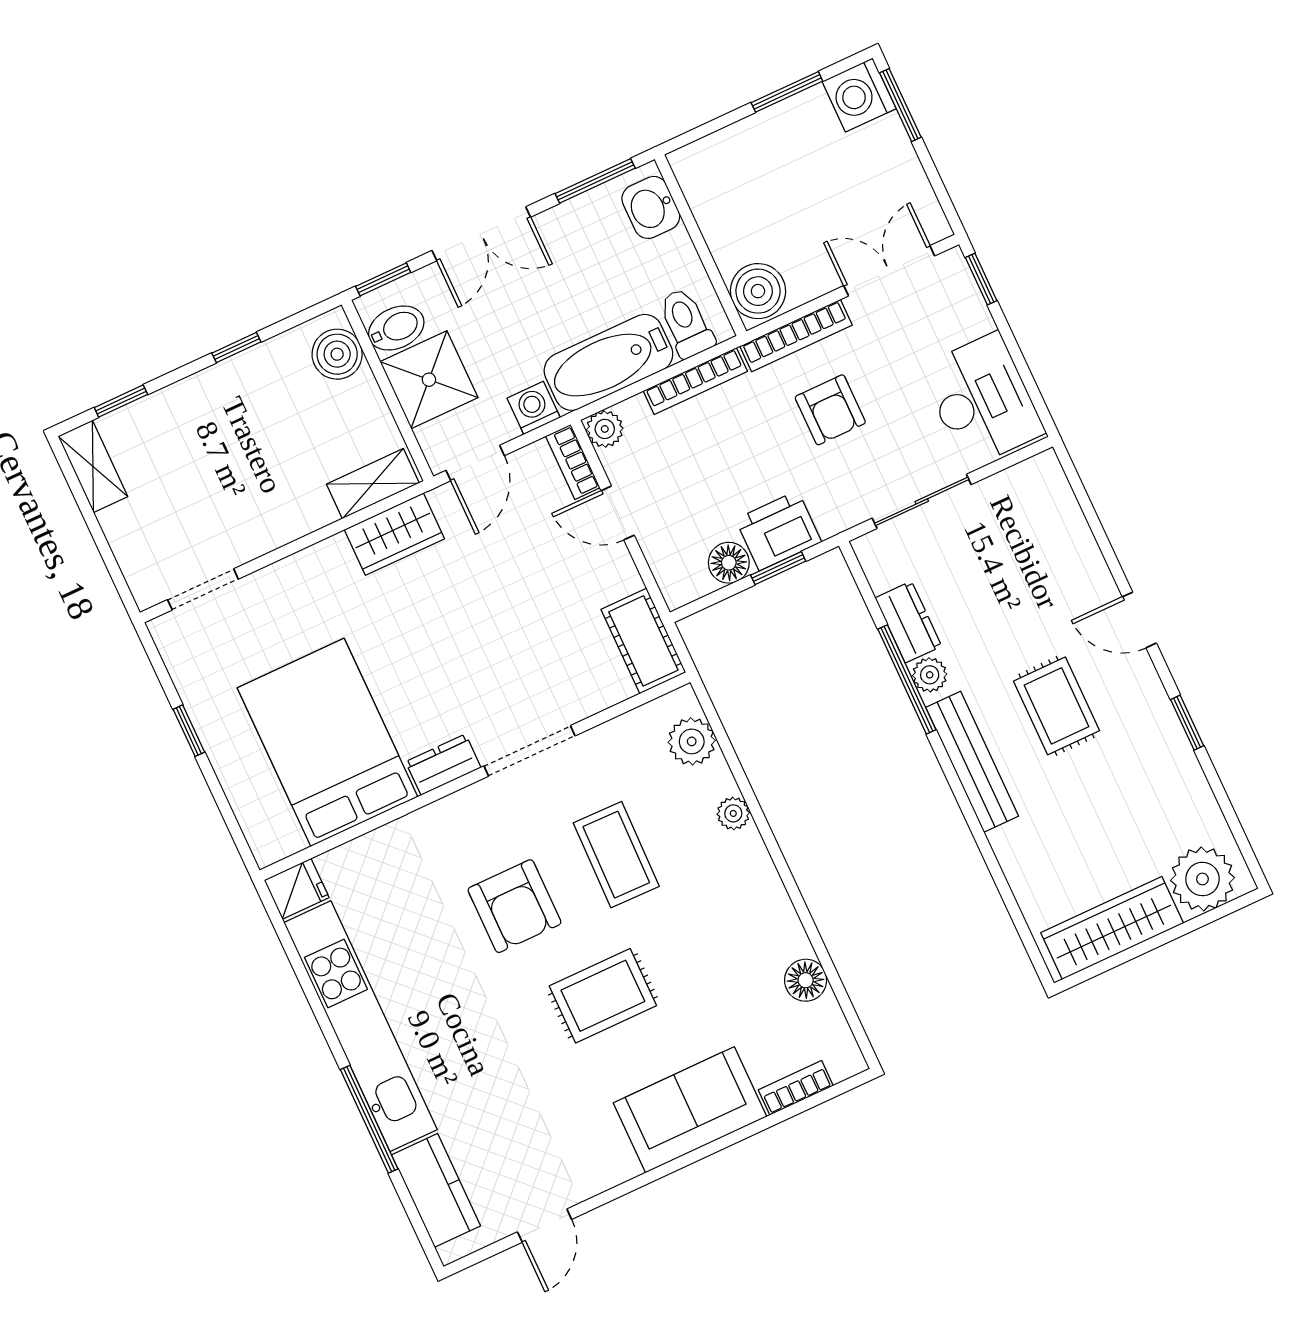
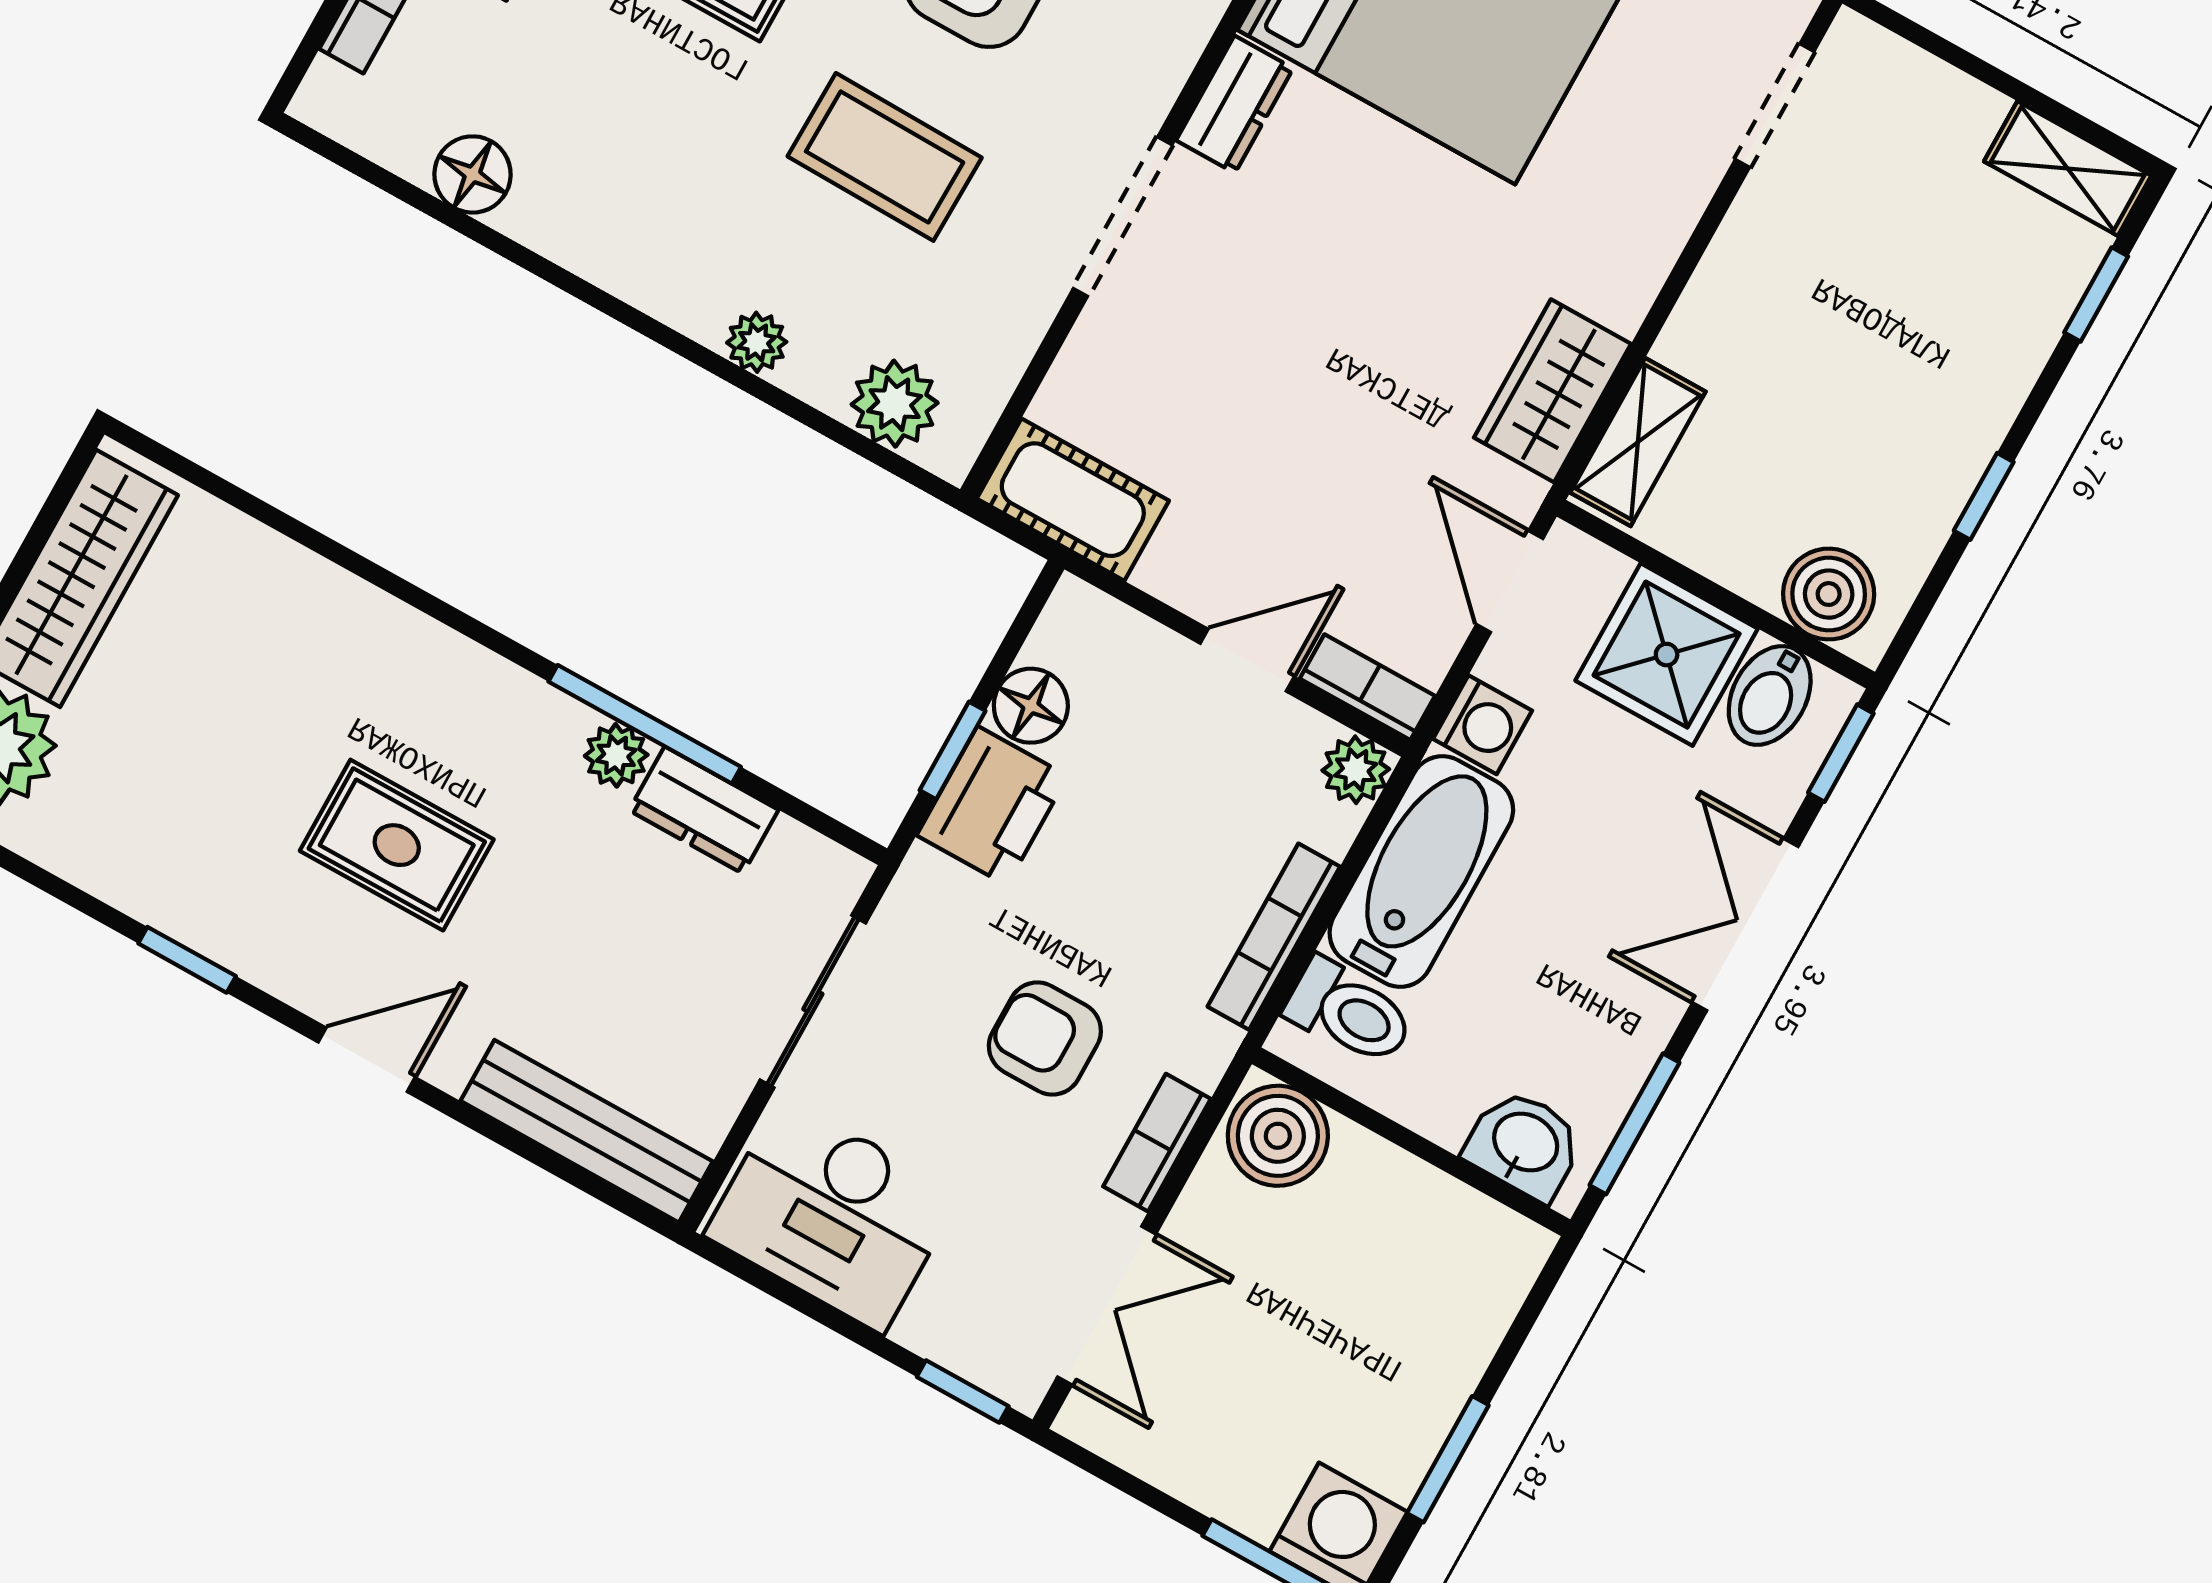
bookcase: (796, 336) -> (1157, 1143), width x0.64
bench: (972, 762) -> (587, 1131), moved

